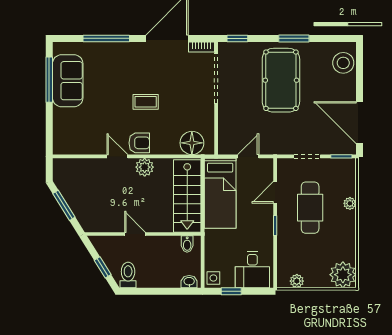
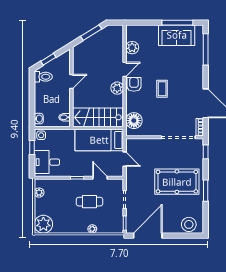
window: (106, 38) -> (206, 49), moved
armchair: (139, 143) -> (134, 84), turned 180
plant: (86, 145) -> (132, 48), added
cafe table: (310, 208) -> (89, 202), width x0.73, depth x0.74

